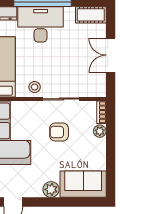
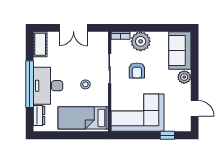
stool: (35, 87) -> (85, 84), moved
plant: (100, 131) -> (141, 41), width x1.87, depth x1.87

